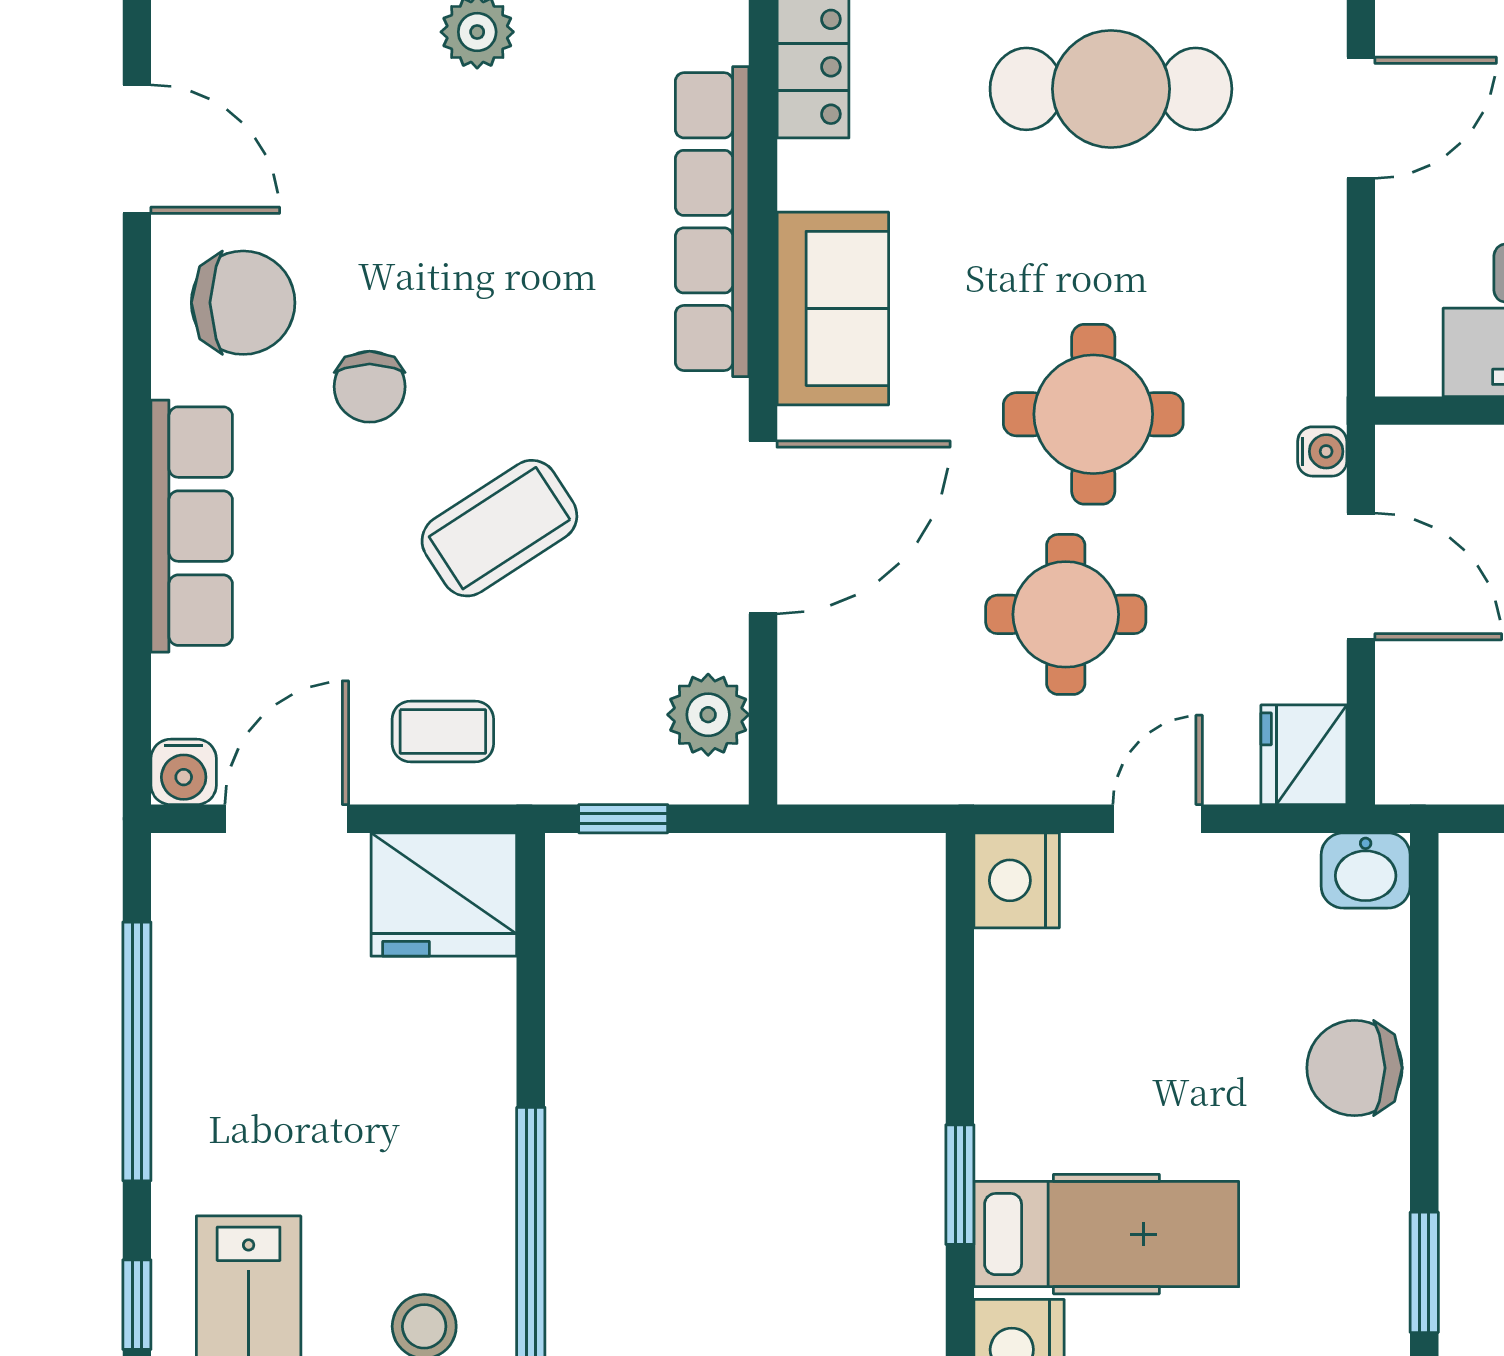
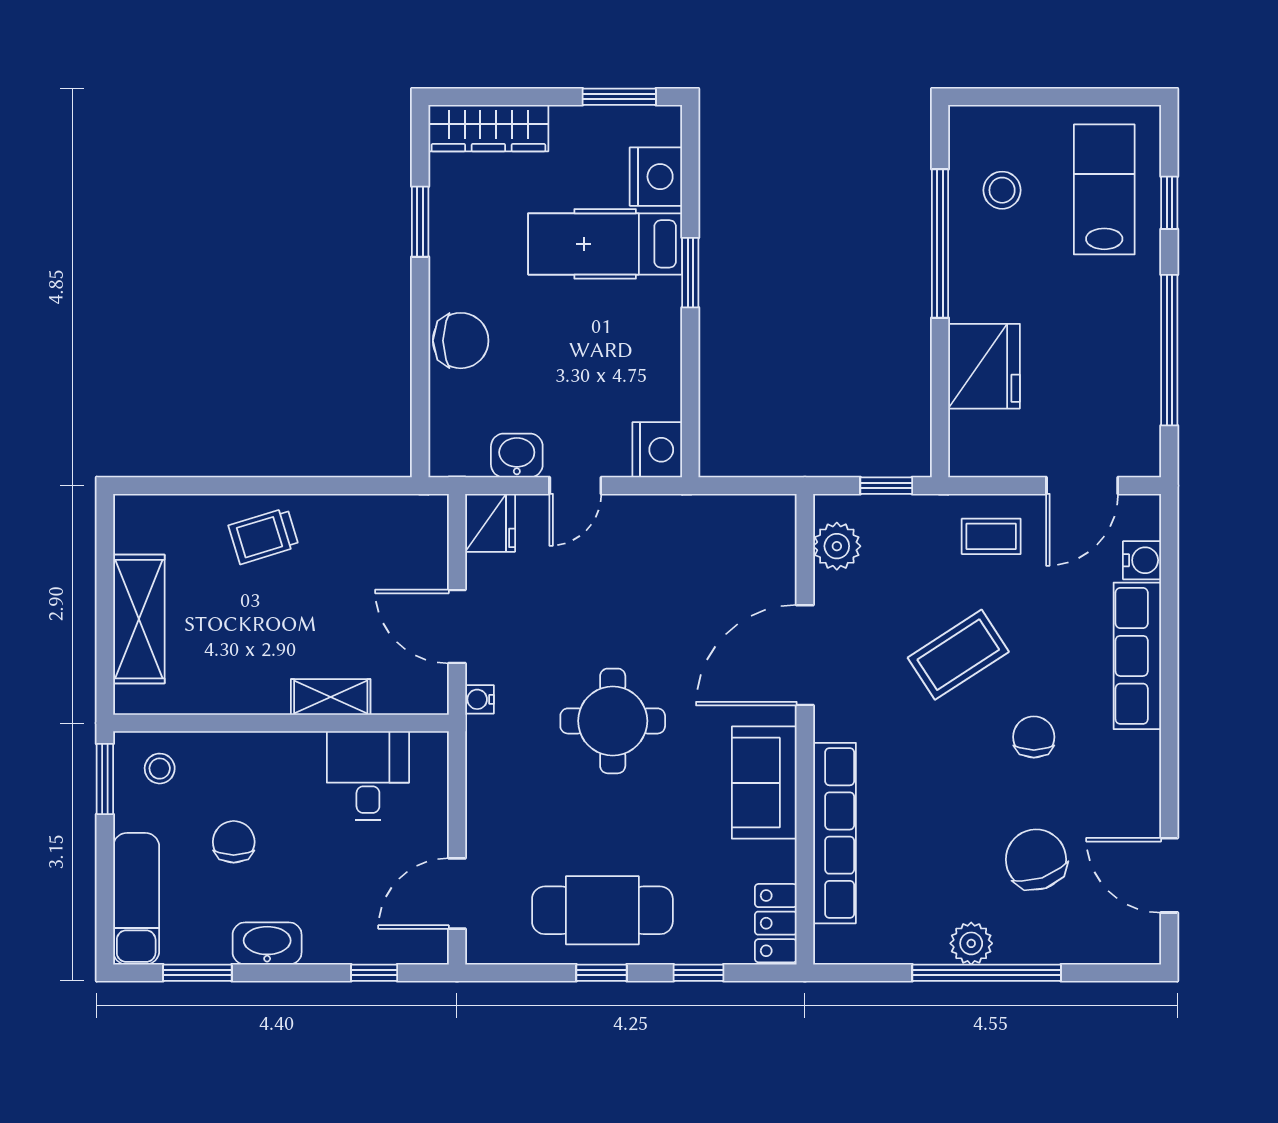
chair: (243, 303) -> (1036, 860), moved, turned 71
round table: (1066, 614) -> (629, 604), removed
water cooler: (184, 772) -> (1142, 560), moved, turned 90
washbasin: (1366, 870) -> (517, 455), moved
fridge: (444, 894) -> (984, 366), moved, turned 90

